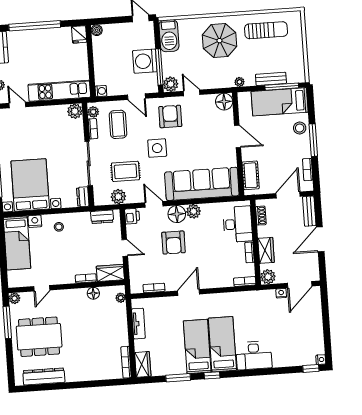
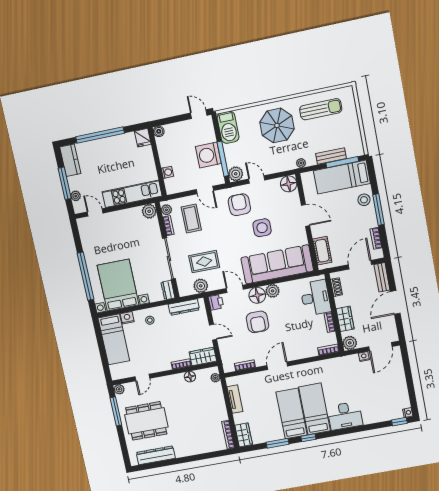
washing machine: (101, 91) -> (167, 172), moved
side table: (157, 148) -> (262, 228), moved
dresser: (102, 217) -> (184, 307), width x1.44

